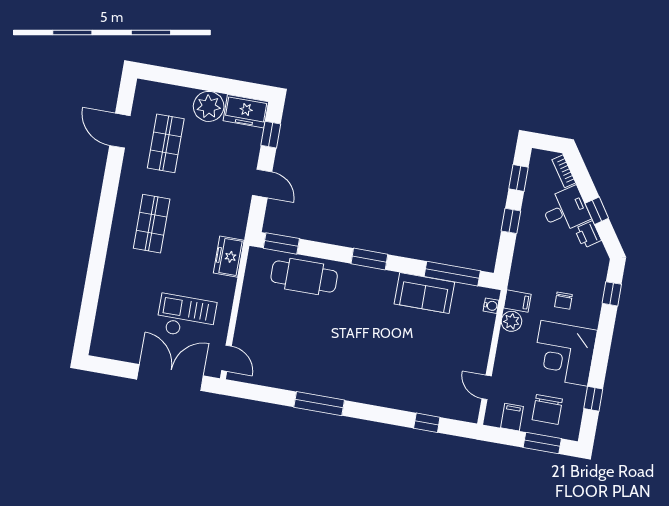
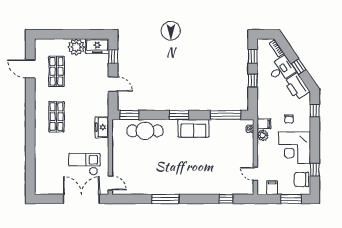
printer: (588, 234) -> (297, 86), width x1.87, depth x1.48
sofa: (424, 293) -> (193, 128), moved
chair: (547, 409) -> (301, 180), moved, turned 90

